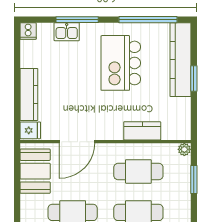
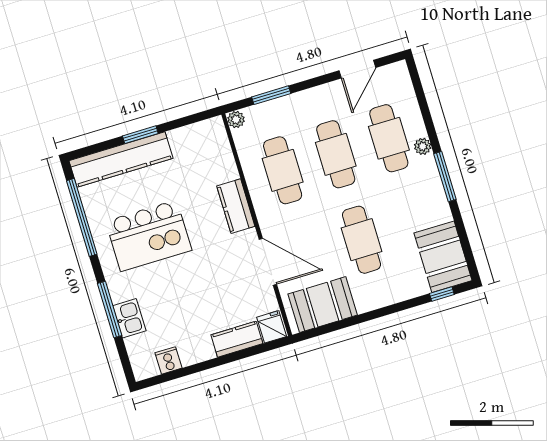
cooker: (28, 31) -> (168, 360), moved, turned -90
kitchen counter: (29, 94) -> (237, 339), width x0.67
kitchen counter: (142, 131) -> (236, 206), moved

